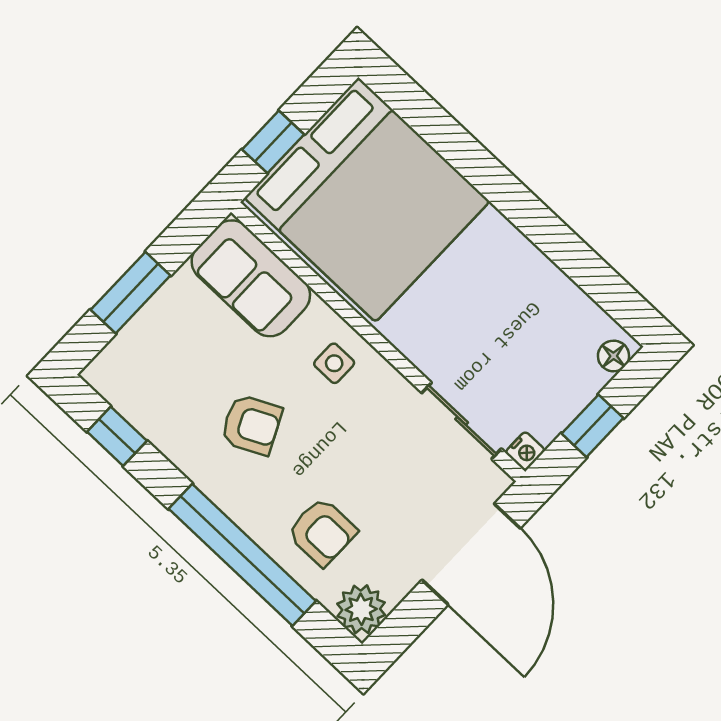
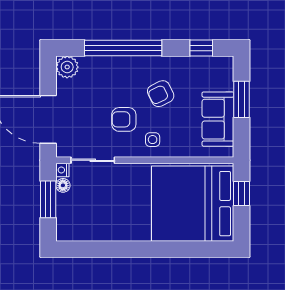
sofa: (251, 278) -> (218, 119), moved, turned -90
floor lamp: (614, 356) -> (63, 185), moved
window: (593, 426) -> (48, 199), width x1.50
armchair: (322, 532) -> (124, 119), moved

